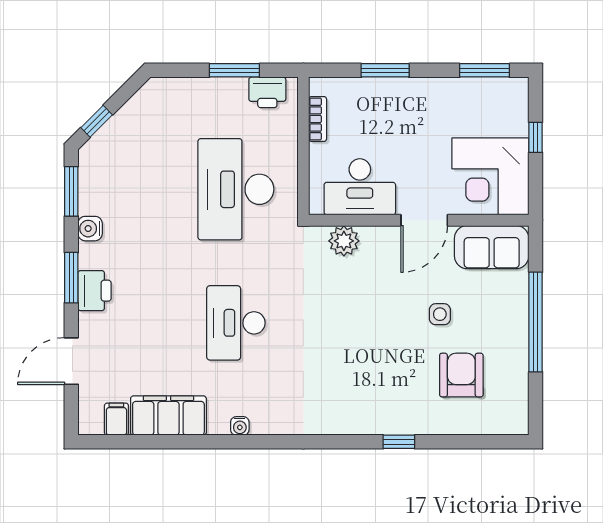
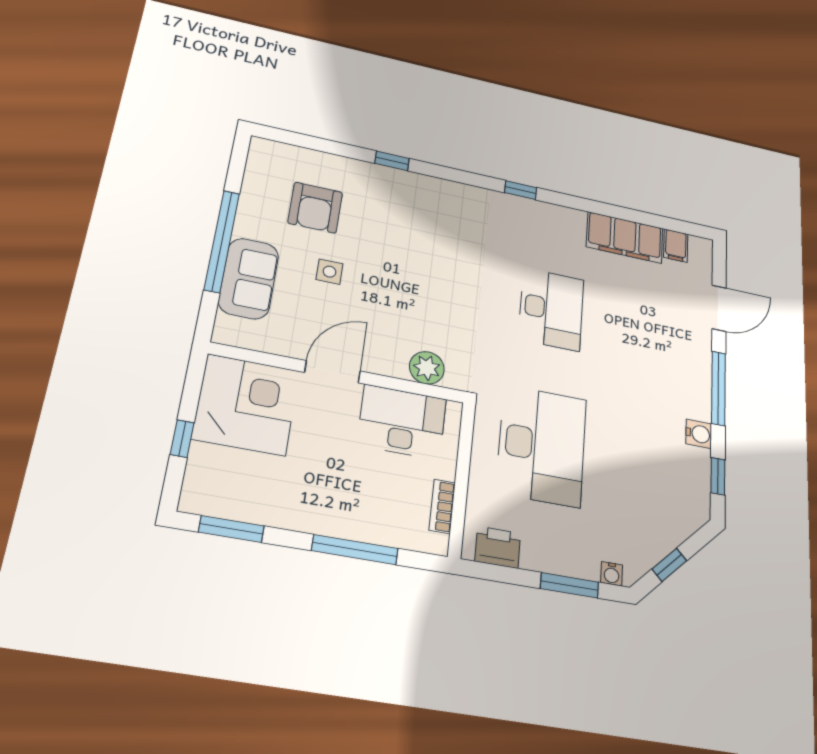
window: (234, 70) -> (569, 585), moved
window: (385, 70) -> (355, 550), width x1.44
window: (97, 121) -> (669, 565), moved
window: (71, 191) -> (718, 476), width x0.67
sofa: (492, 247) -> (249, 278), moved, turned 90
window: (71, 278) -> (718, 388), width x1.44
printer: (95, 291) -> (695, 371), removed
water cooler: (240, 426) -> (612, 574), moved, turned 180
window: (274, 442) -> (521, 190), added

